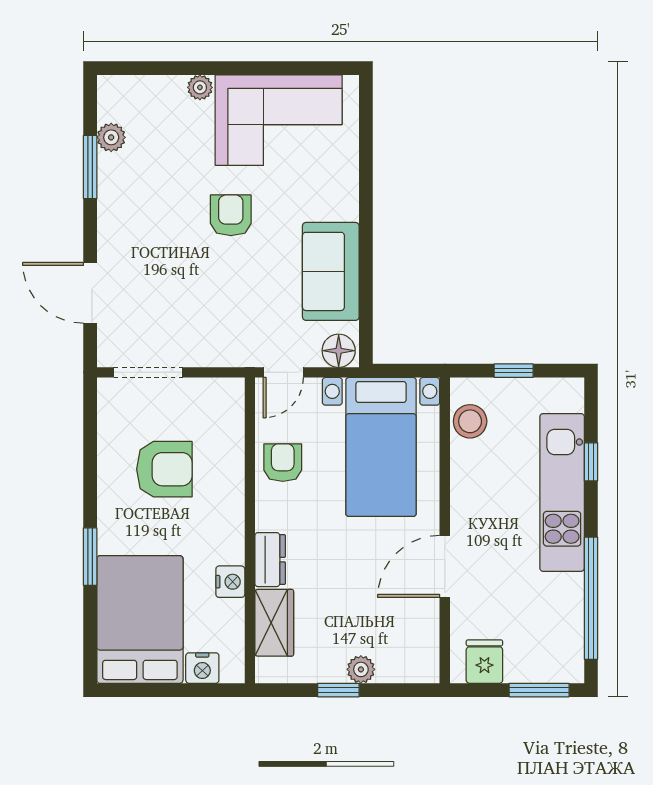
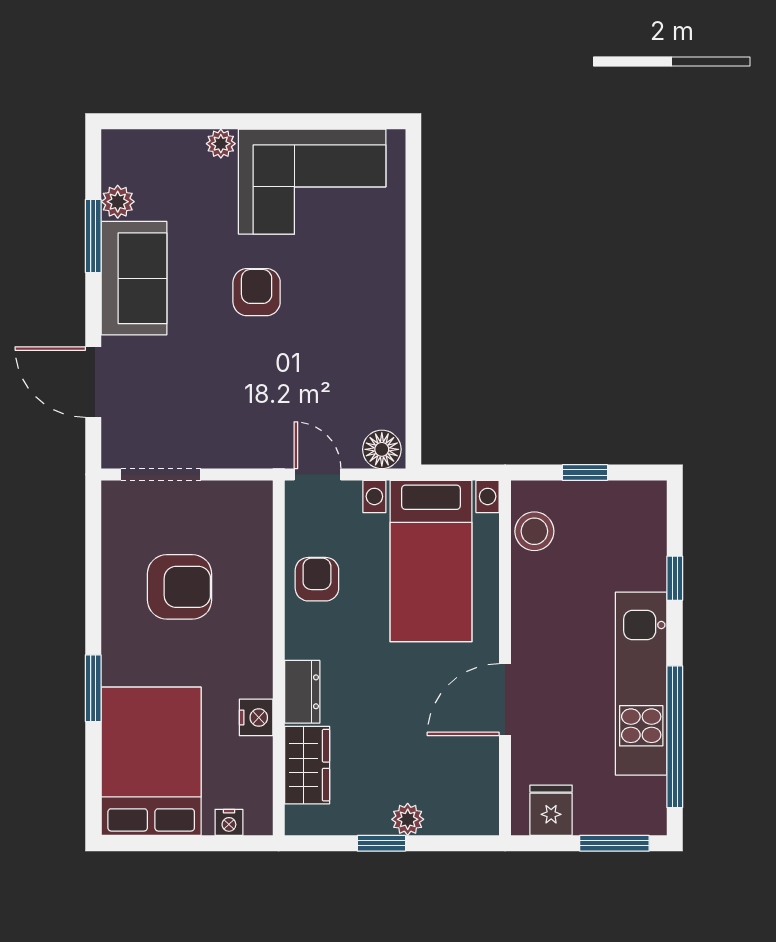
sofa: (331, 271) -> (134, 278), moved, turned 180
door: (283, 372) -> (318, 474), swing flipped
kitchen unit: (562, 492) -> (641, 684), moved
nightstand: (202, 668) -> (229, 822), width x0.72, depth x0.74

